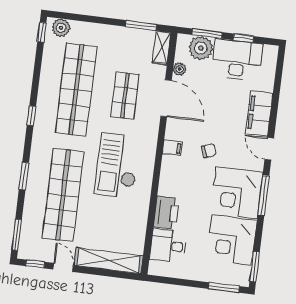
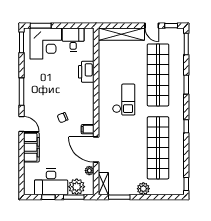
plant: (61, 28) -> (143, 189), moved
shop shelf: (125, 96) -> (124, 148), removed
filing cabinet: (172, 148) -> (88, 129), moved
checkout: (117, 166) -> (124, 100), width x0.73, depth x0.83
corner desk: (237, 193) -> (40, 91), removed
corner desk: (232, 240) -> (46, 43), moved, turned 90
desk: (168, 246) -> (73, 40), moved, turned -90

